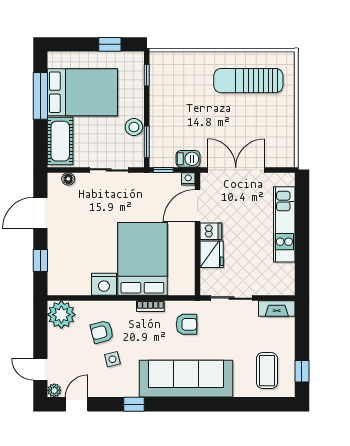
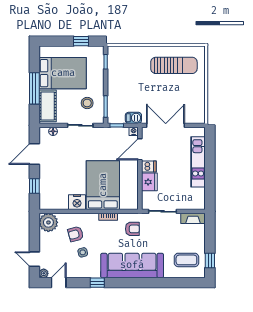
sun lounger: (248, 81) -> (174, 65), turned 180
window: (40, 96) -> (34, 88), moved
stool: (134, 127) -> (87, 103), moved
coffee table: (267, 371) -> (186, 260), turned 90

